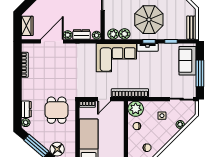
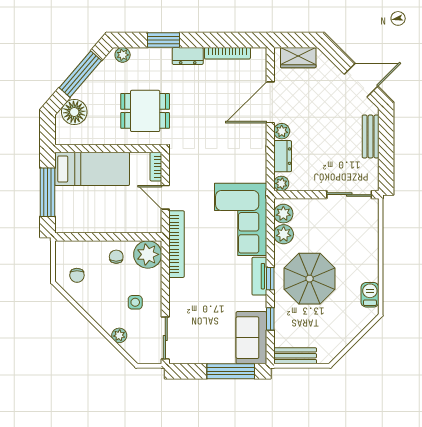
door: (52, 41) -> (270, 102), swing flipped
sofa: (188, 61) -> (251, 338), moved, turned -90
window: (200, 73) -> (231, 371), moved
window: (18, 100) -> (164, 40), added
dresser: (26, 109) -> (188, 56), moved

